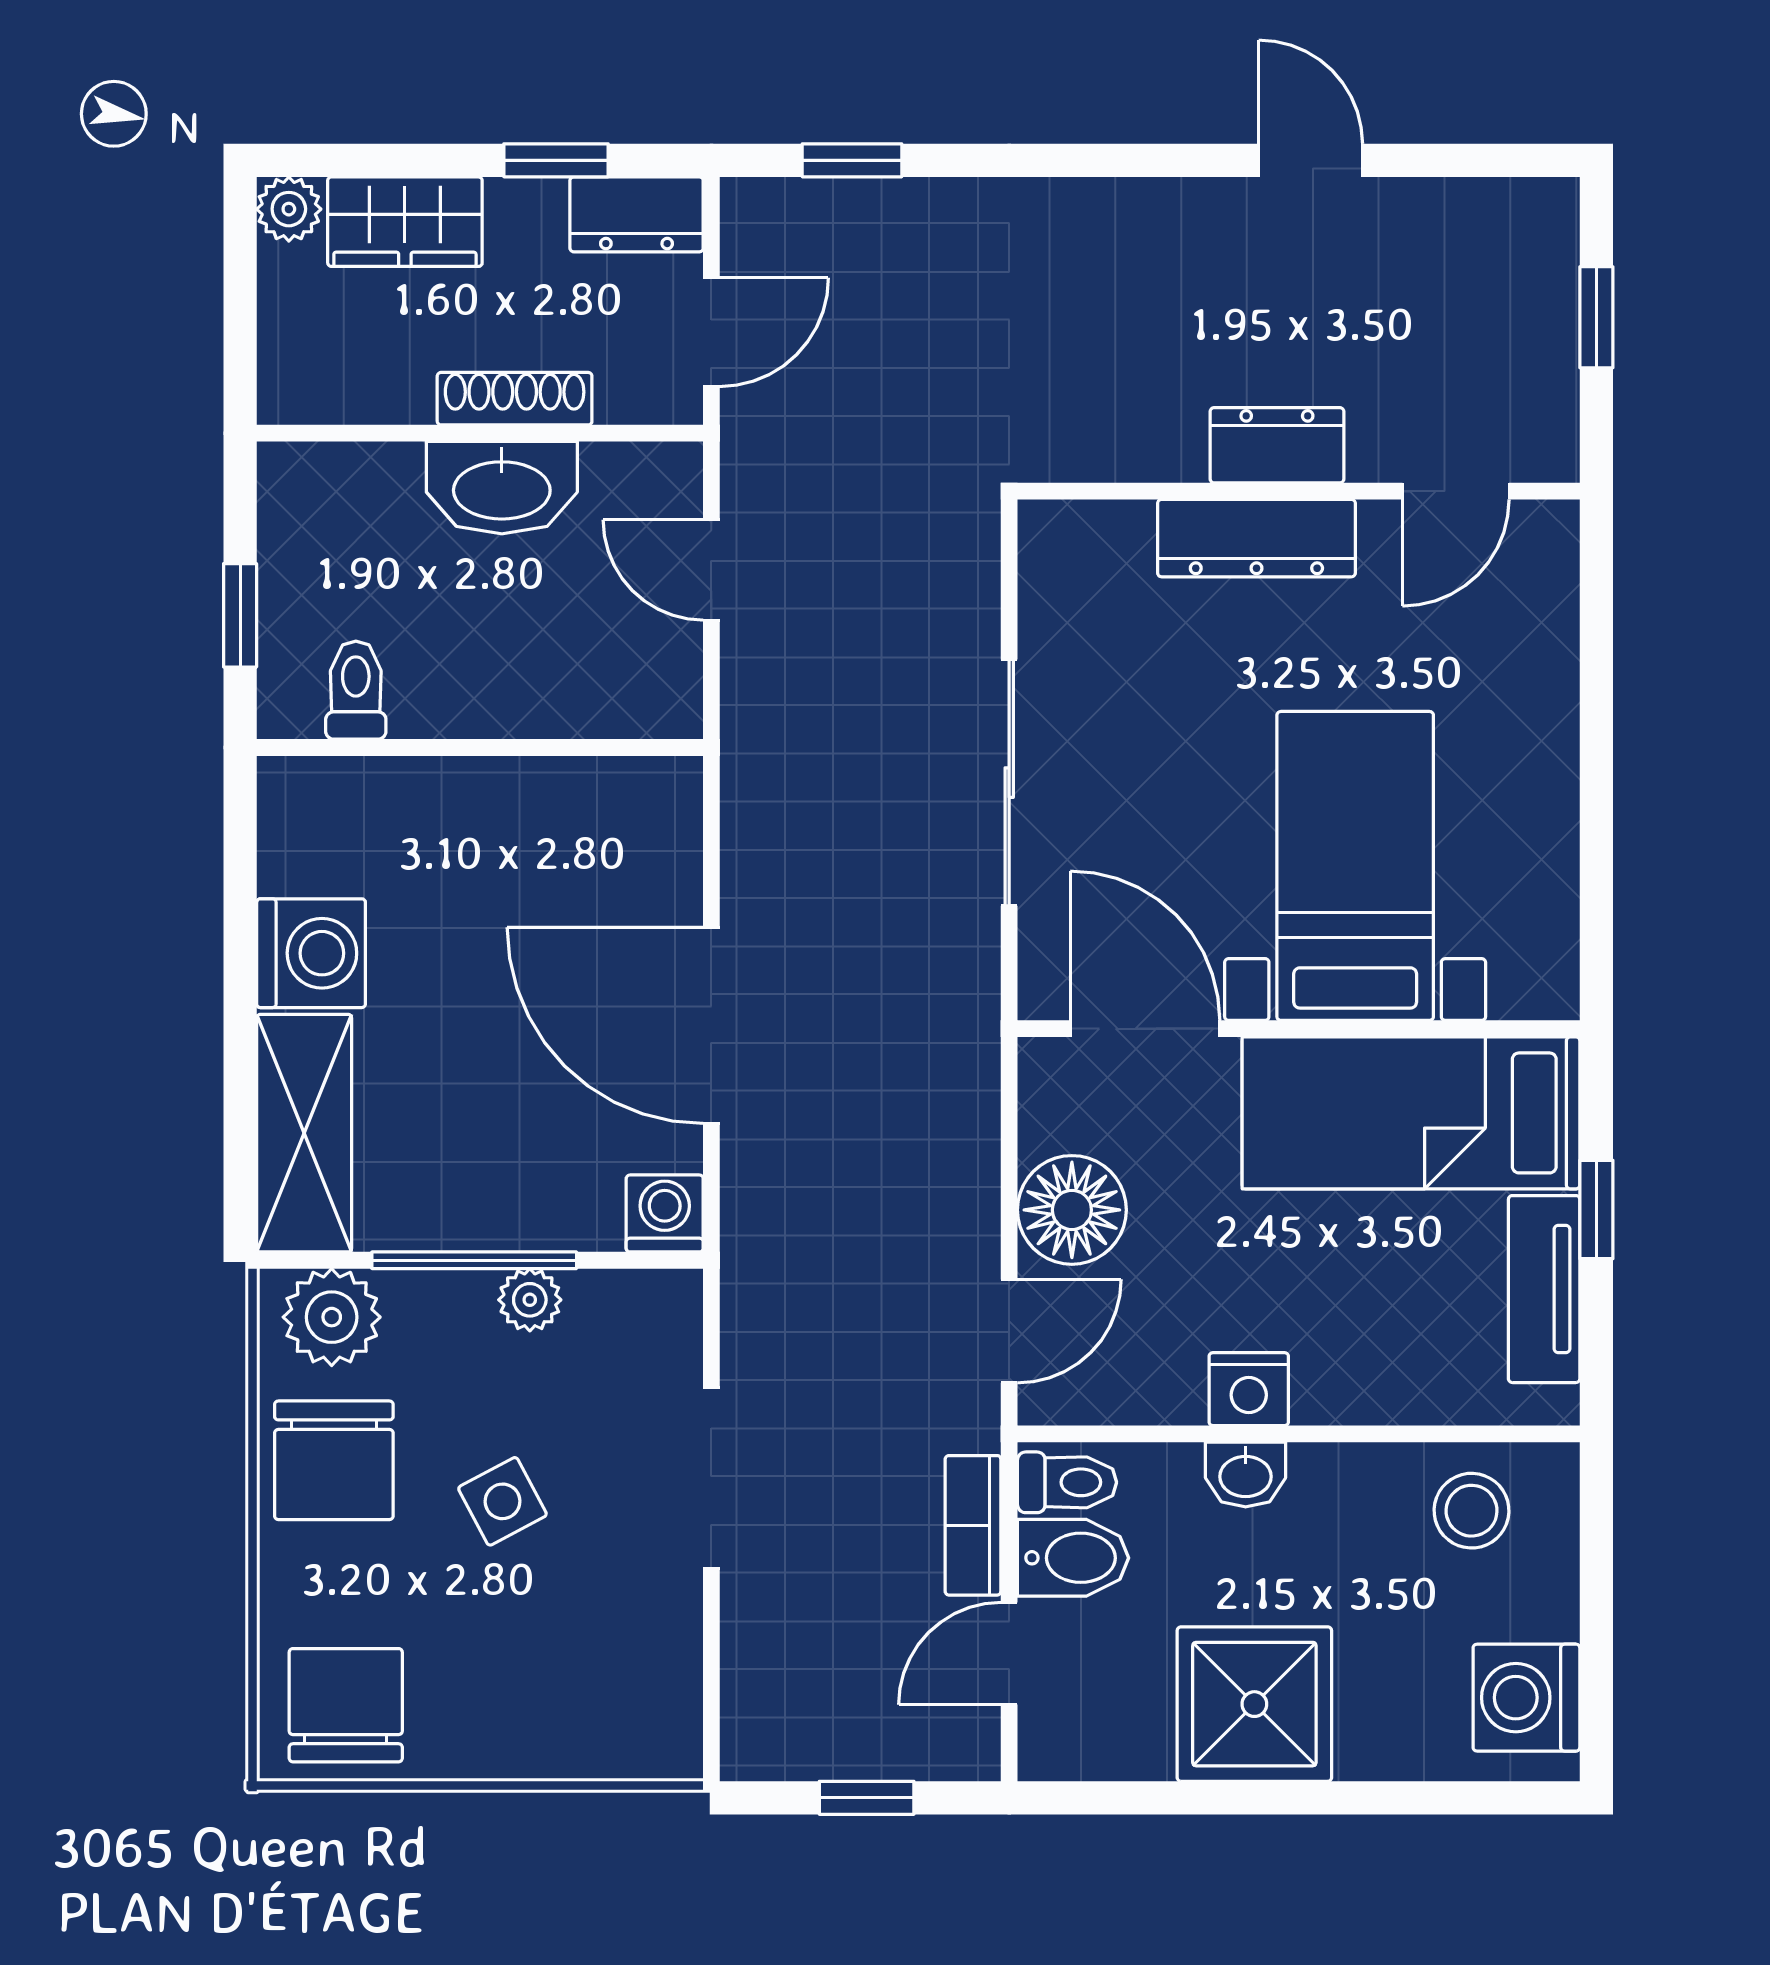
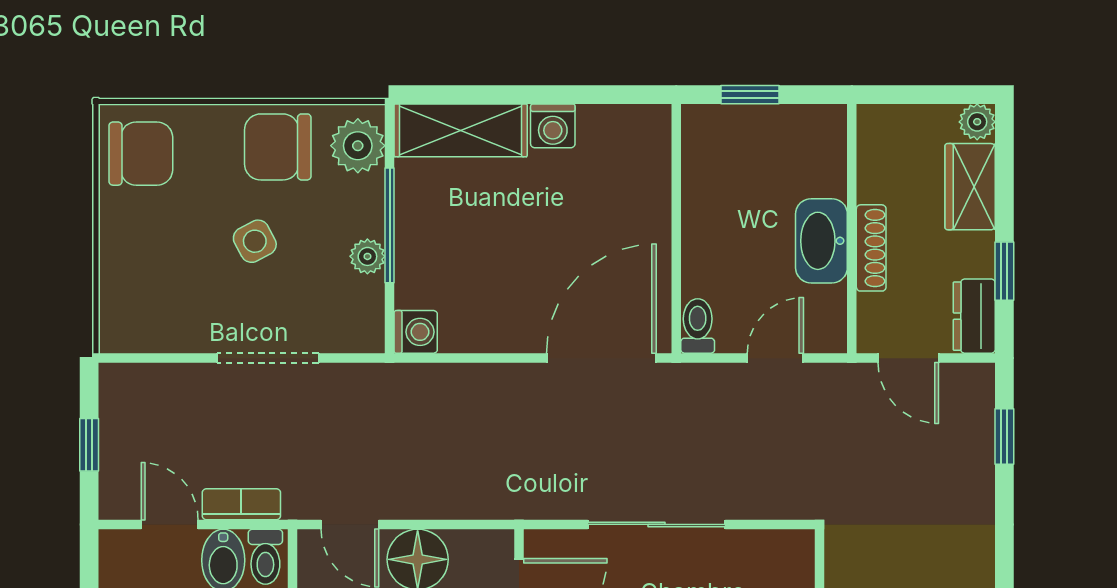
toilet: (356, 690) -> (698, 326), moved, turned -90
washing machine: (311, 953) -> (553, 126), width x0.73, depth x0.73
door: (711, 1025) -> (601, 358), moved

